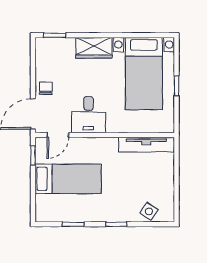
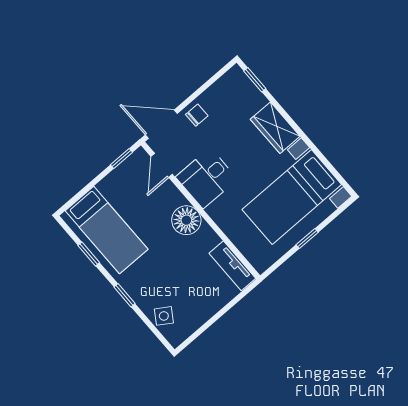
door: (58, 135) -> (162, 165), hinge flipped
tv unit: (146, 145) -> (232, 266), width x0.71
floor lamp: (103, 149) -> (186, 220), added
bed: (68, 179) -> (107, 230), moved

